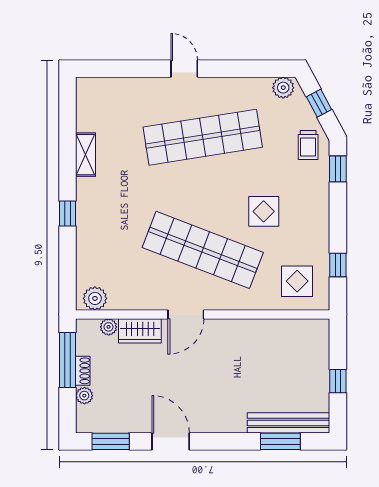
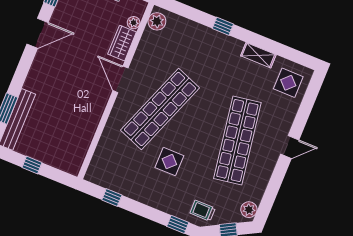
display table: (297, 281) -> (288, 83), moved

